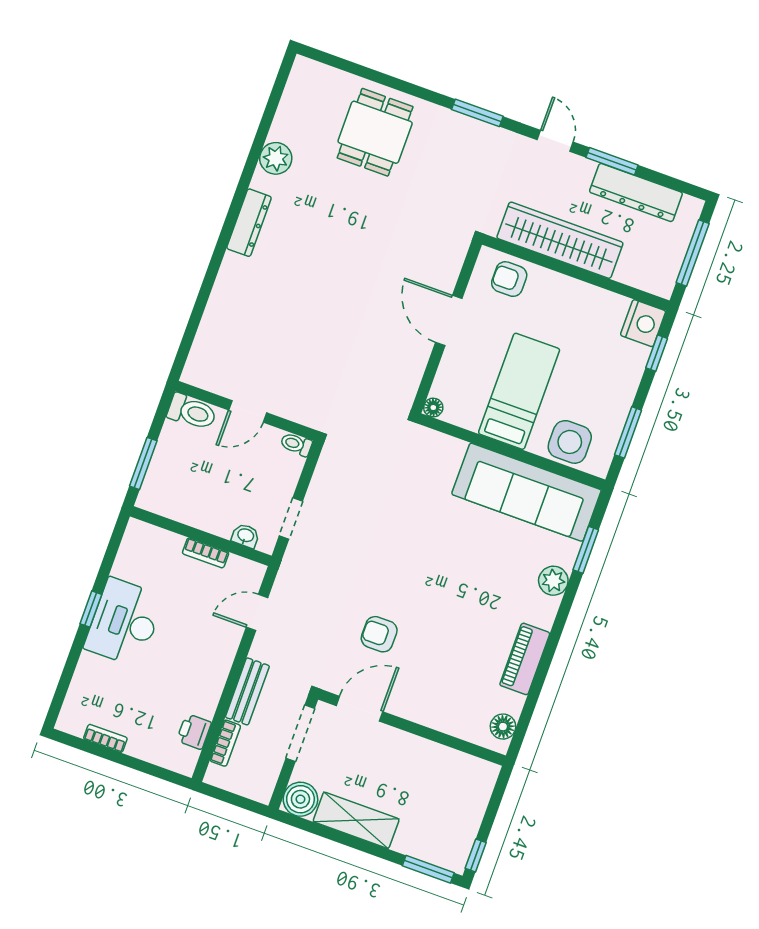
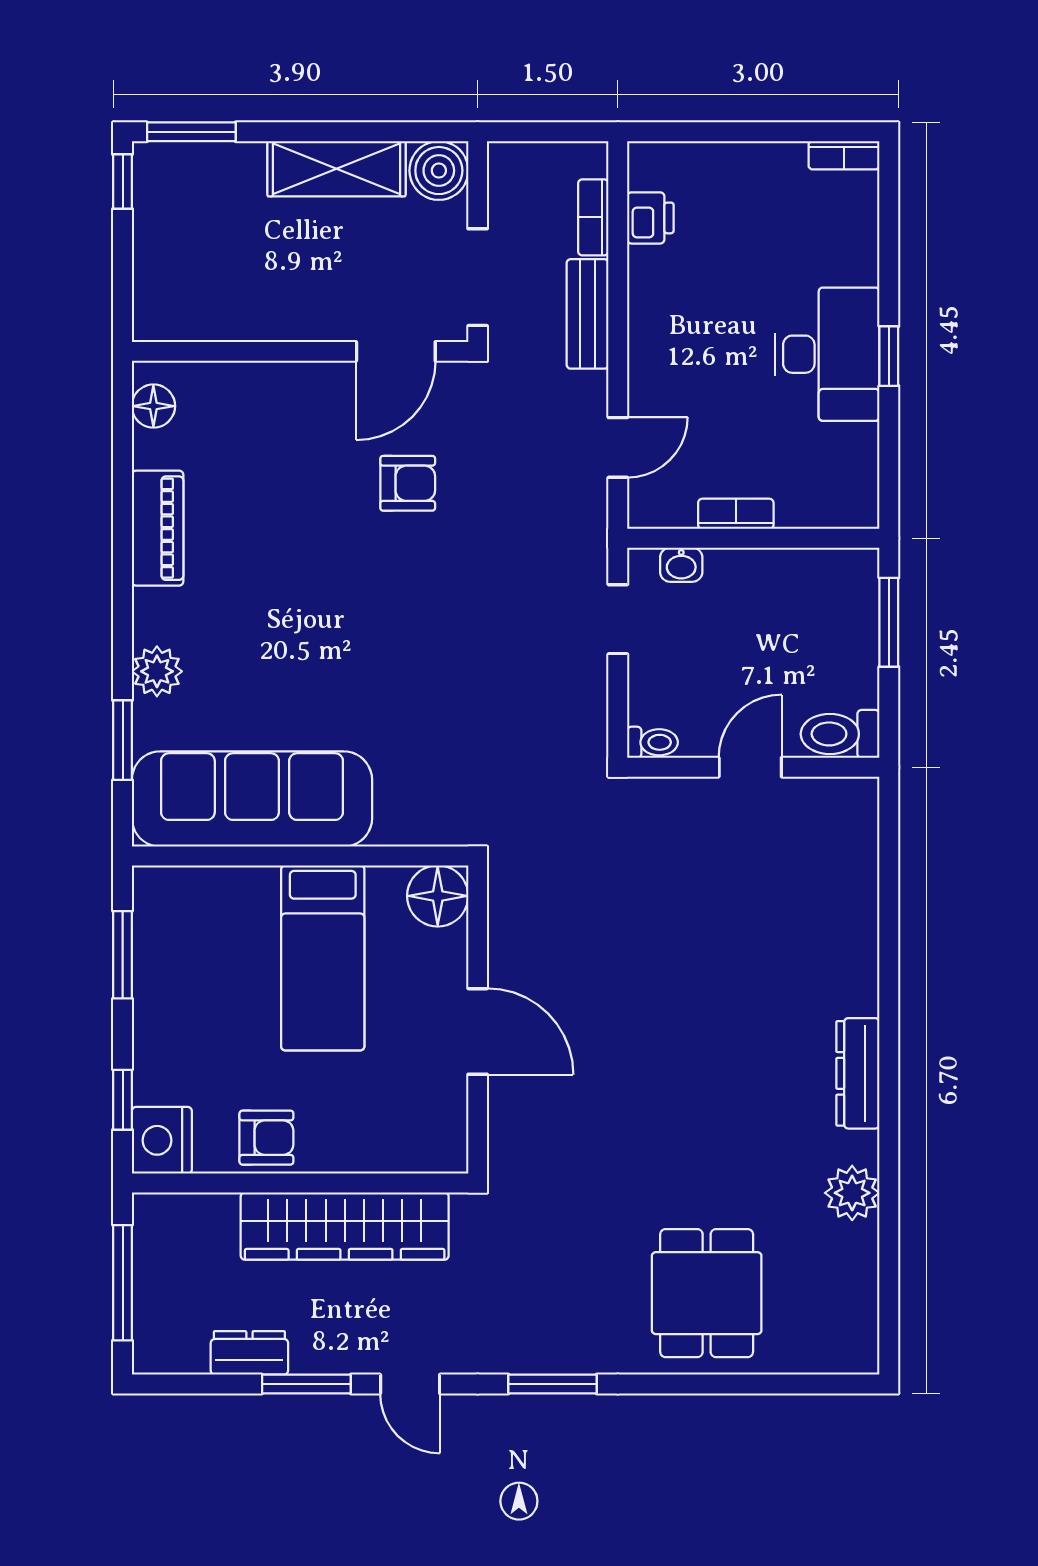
dresser: (636, 192) -> (249, 1353), width x0.51, depth x0.80
armchair: (509, 279) -> (266, 1138), moved
floor lamp: (433, 408) -> (438, 896), width x1.89, depth x1.89
side table: (570, 442) -> (211, 905), removed
bookcase: (105, 738) -> (844, 155), moved

